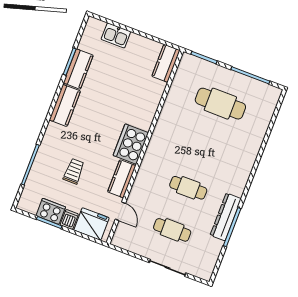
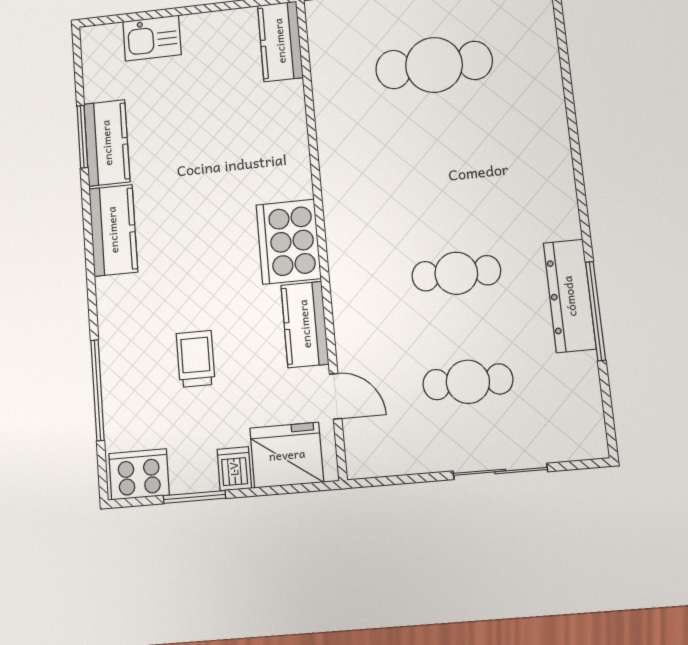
cooker: (51, 211) -> (139, 474), moved

